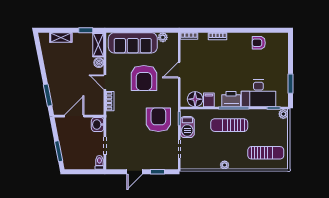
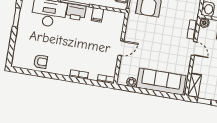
boiler: (99, 63) -> (204, 23), moved
armchair: (144, 78) -> (156, 46), removed
floor lamp: (195, 99) -> (110, 18), removed

